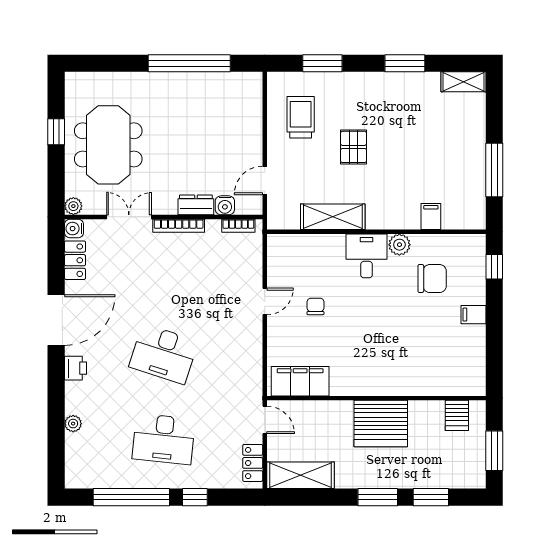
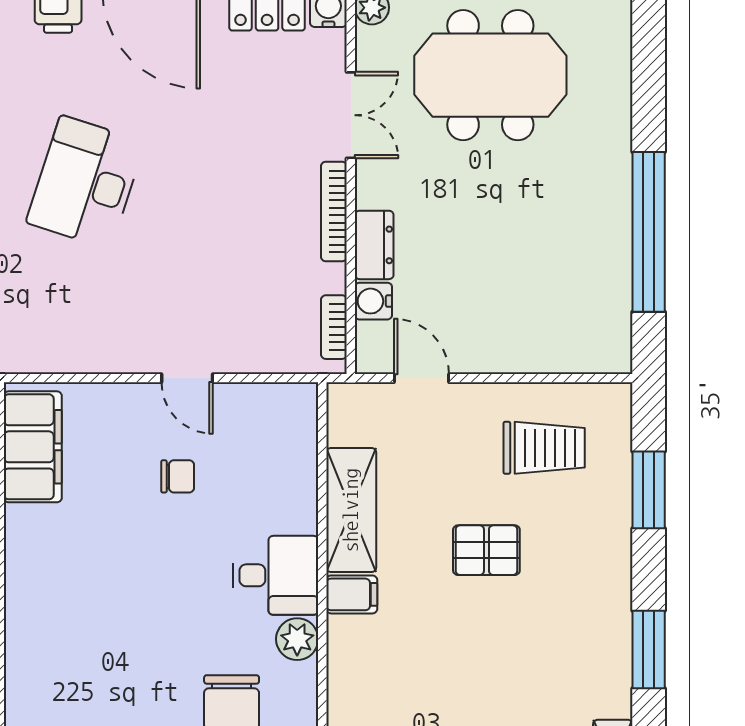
filing cabinet: (431, 217) -> (352, 594), moved

